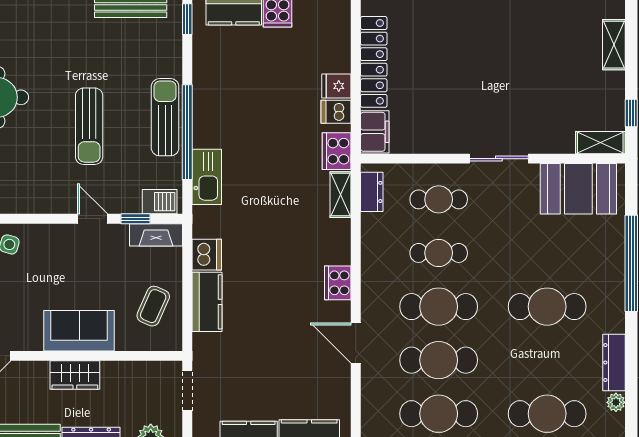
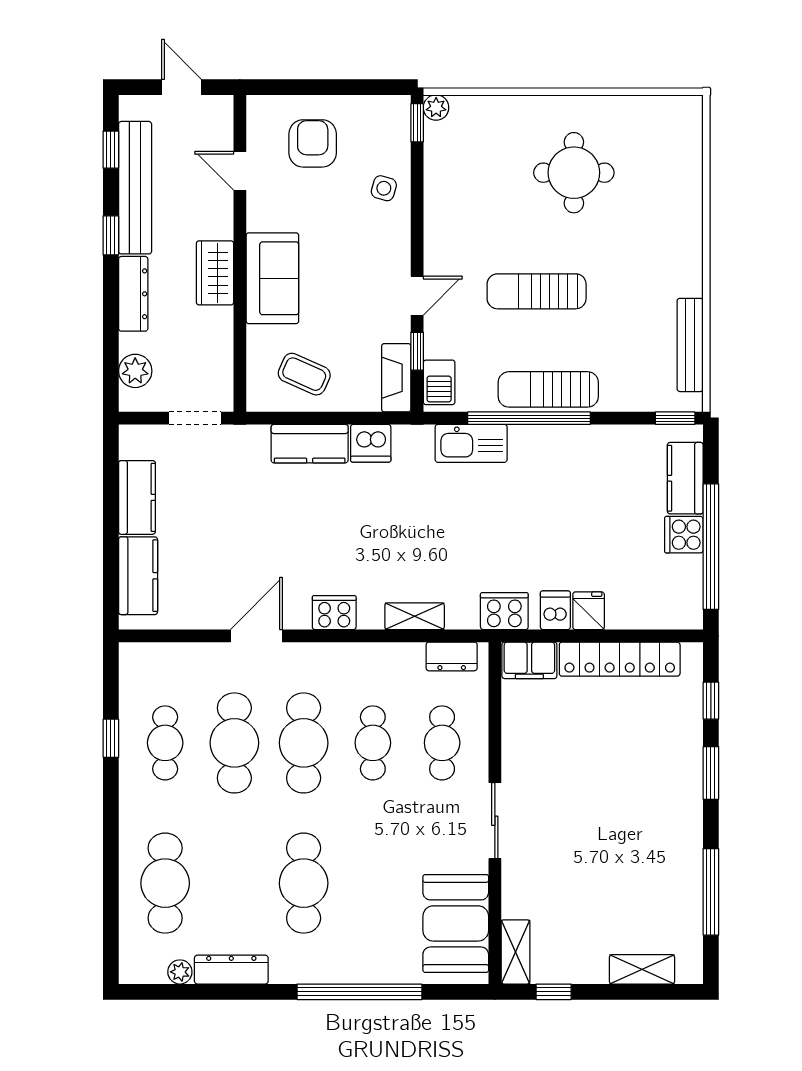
sun lounger: (165, 117) -> (548, 389), turned 180
shelving: (341, 195) -> (415, 616), moved
cafe table: (439, 414) -> (165, 743), width x0.73, depth x0.74

